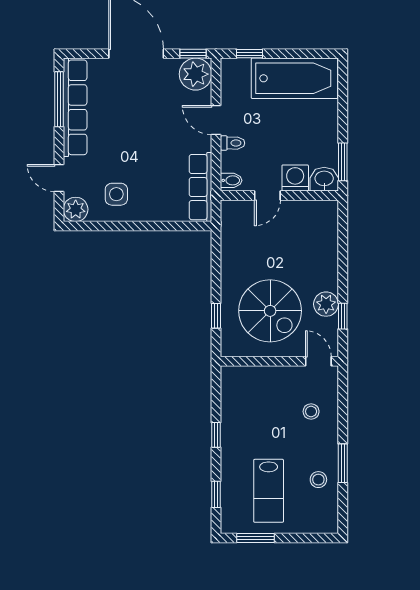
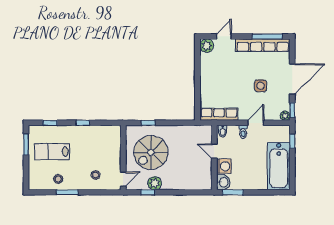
plant: (196, 74) -> (285, 116), width x0.53, depth x0.53
side table: (116, 194) -> (261, 86), moved

